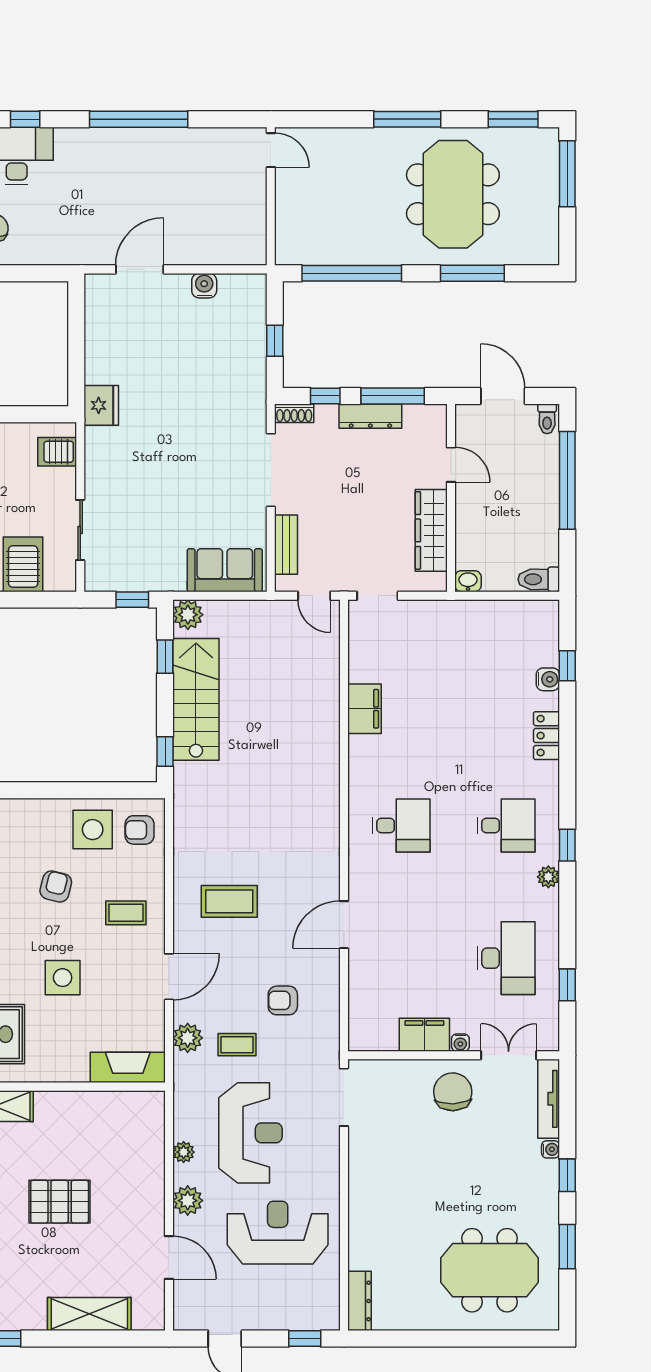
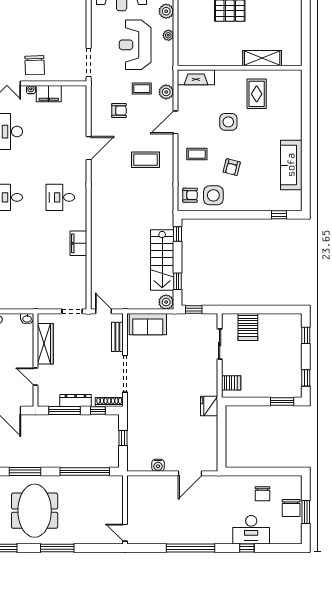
shoe rack: (294, 413) -> (109, 402), width x1.43
filing cabinet: (364, 709) -> (78, 243), moved

